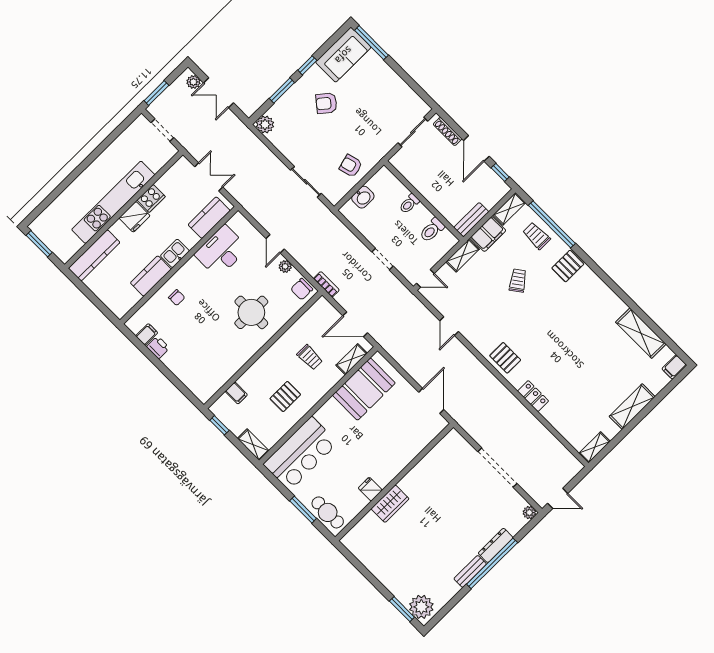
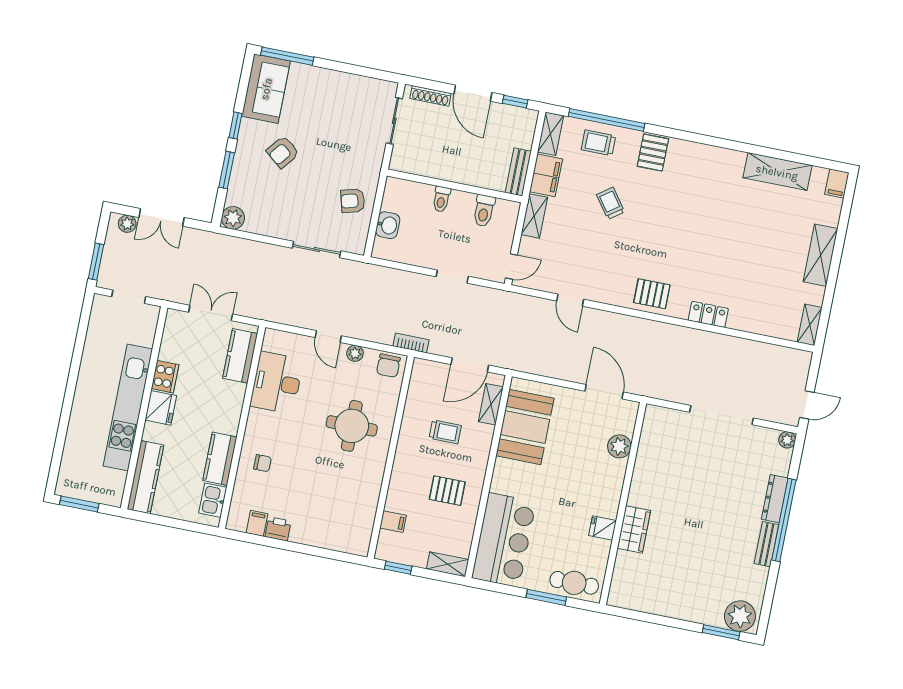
kitchen sink: (175, 253) -> (213, 500), moved
pallet: (285, 397) -> (447, 491), turned 90
plant: (417, 443) -> (619, 446), added

